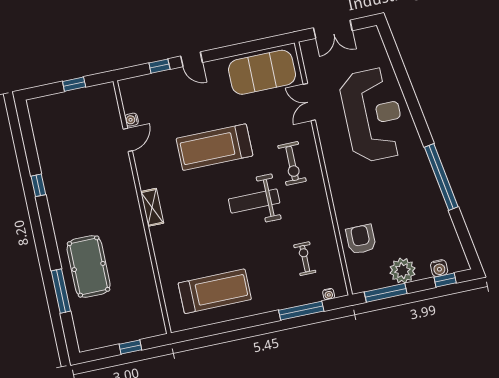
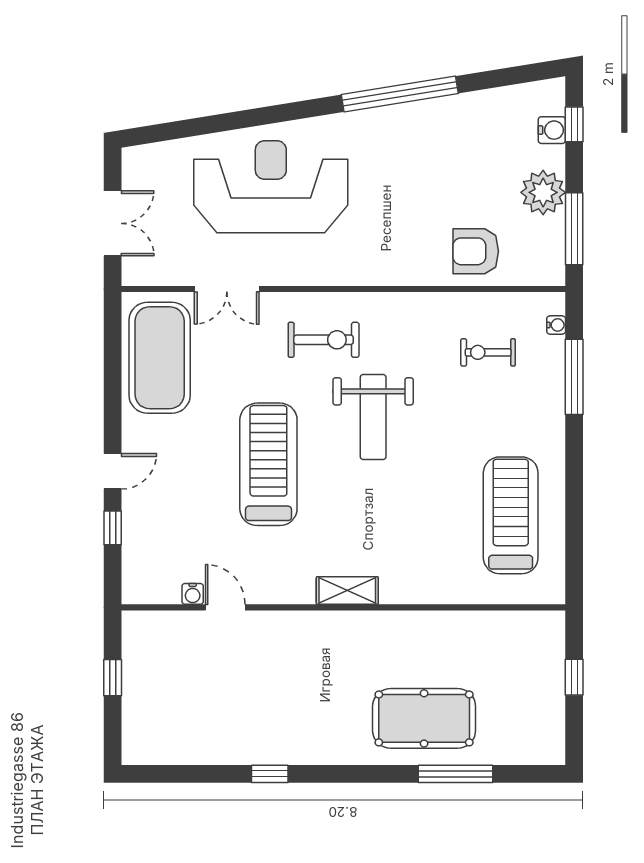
treadmill: (214, 147) -> (268, 464), turned 180

